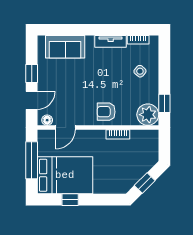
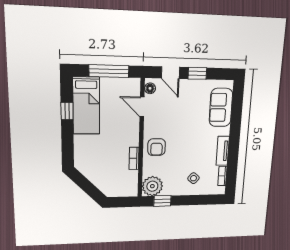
armchair: (106, 112) -> (157, 147), turned 180
bed: (65, 175) -> (86, 106), width x0.67
window: (145, 183) -> (85, 185), removed

